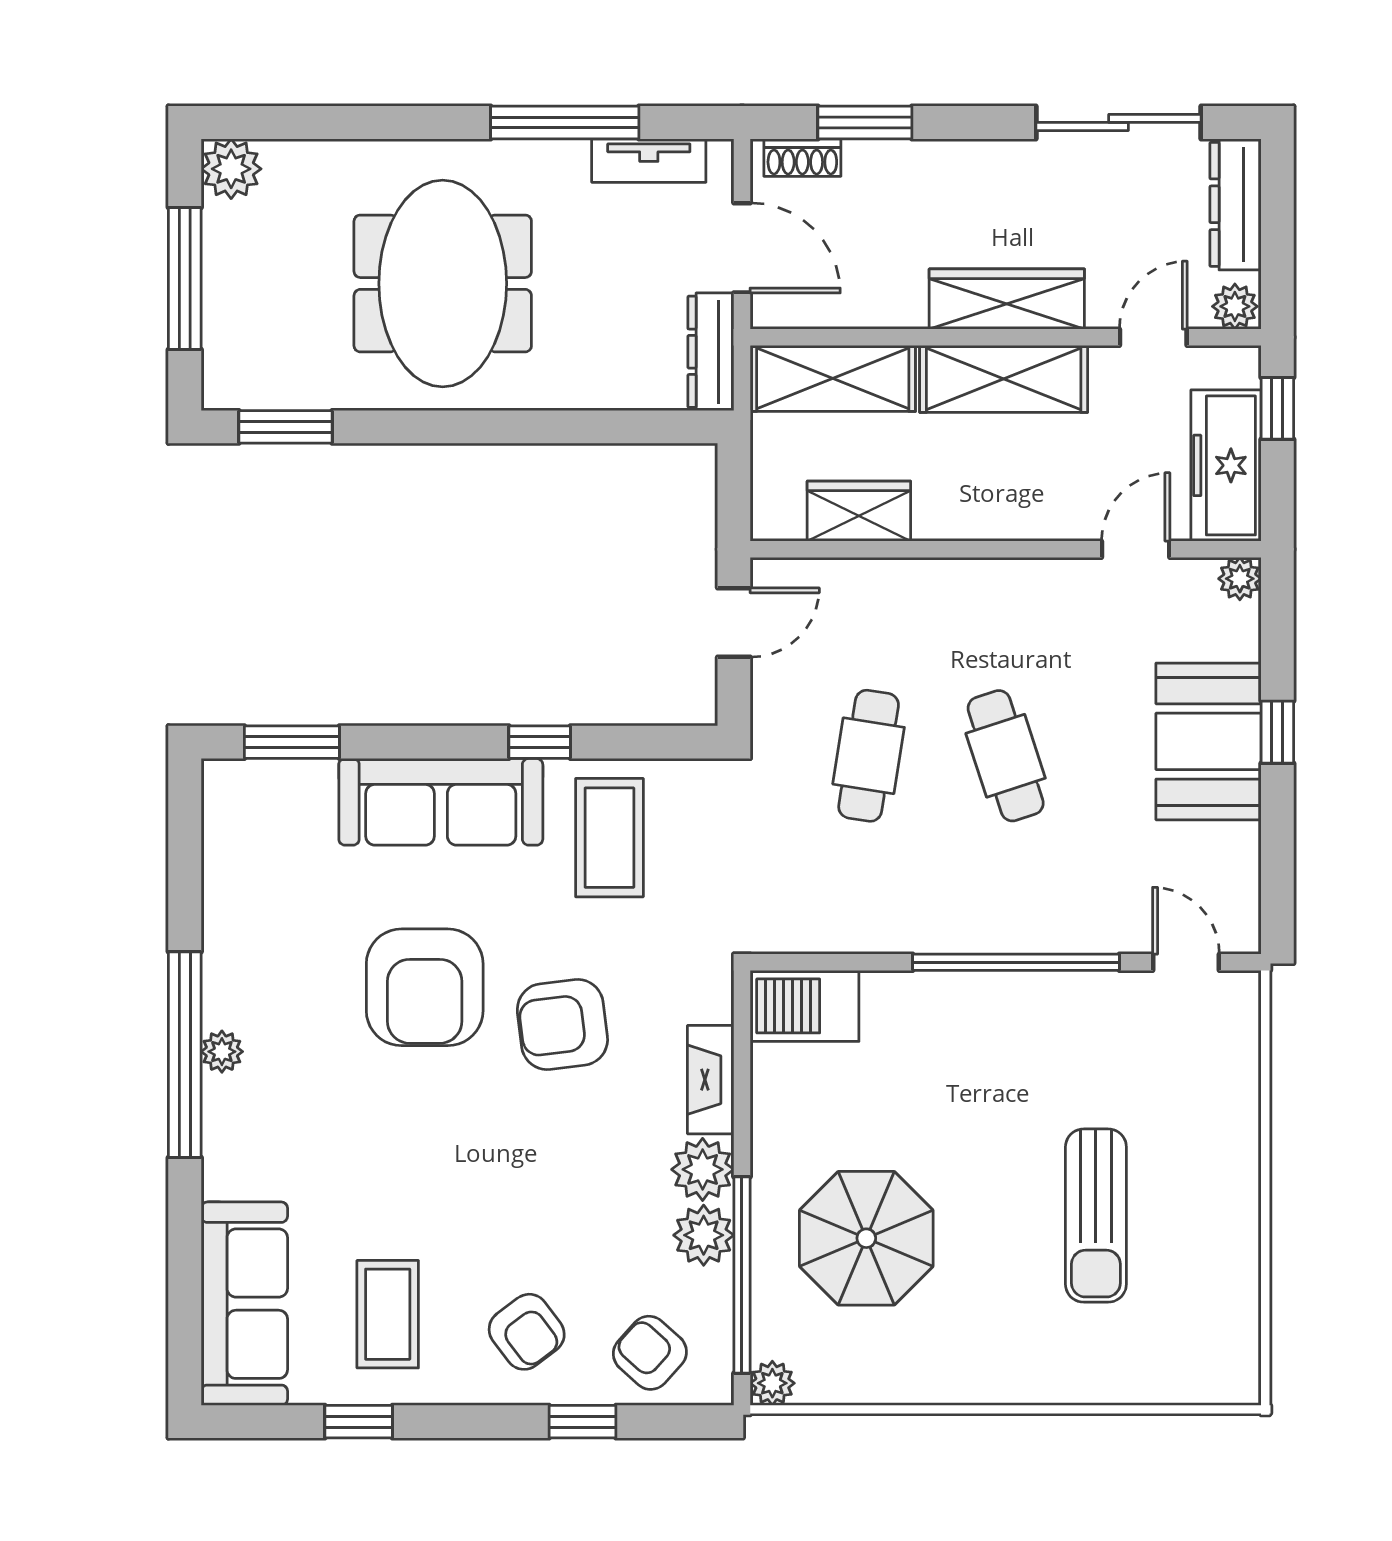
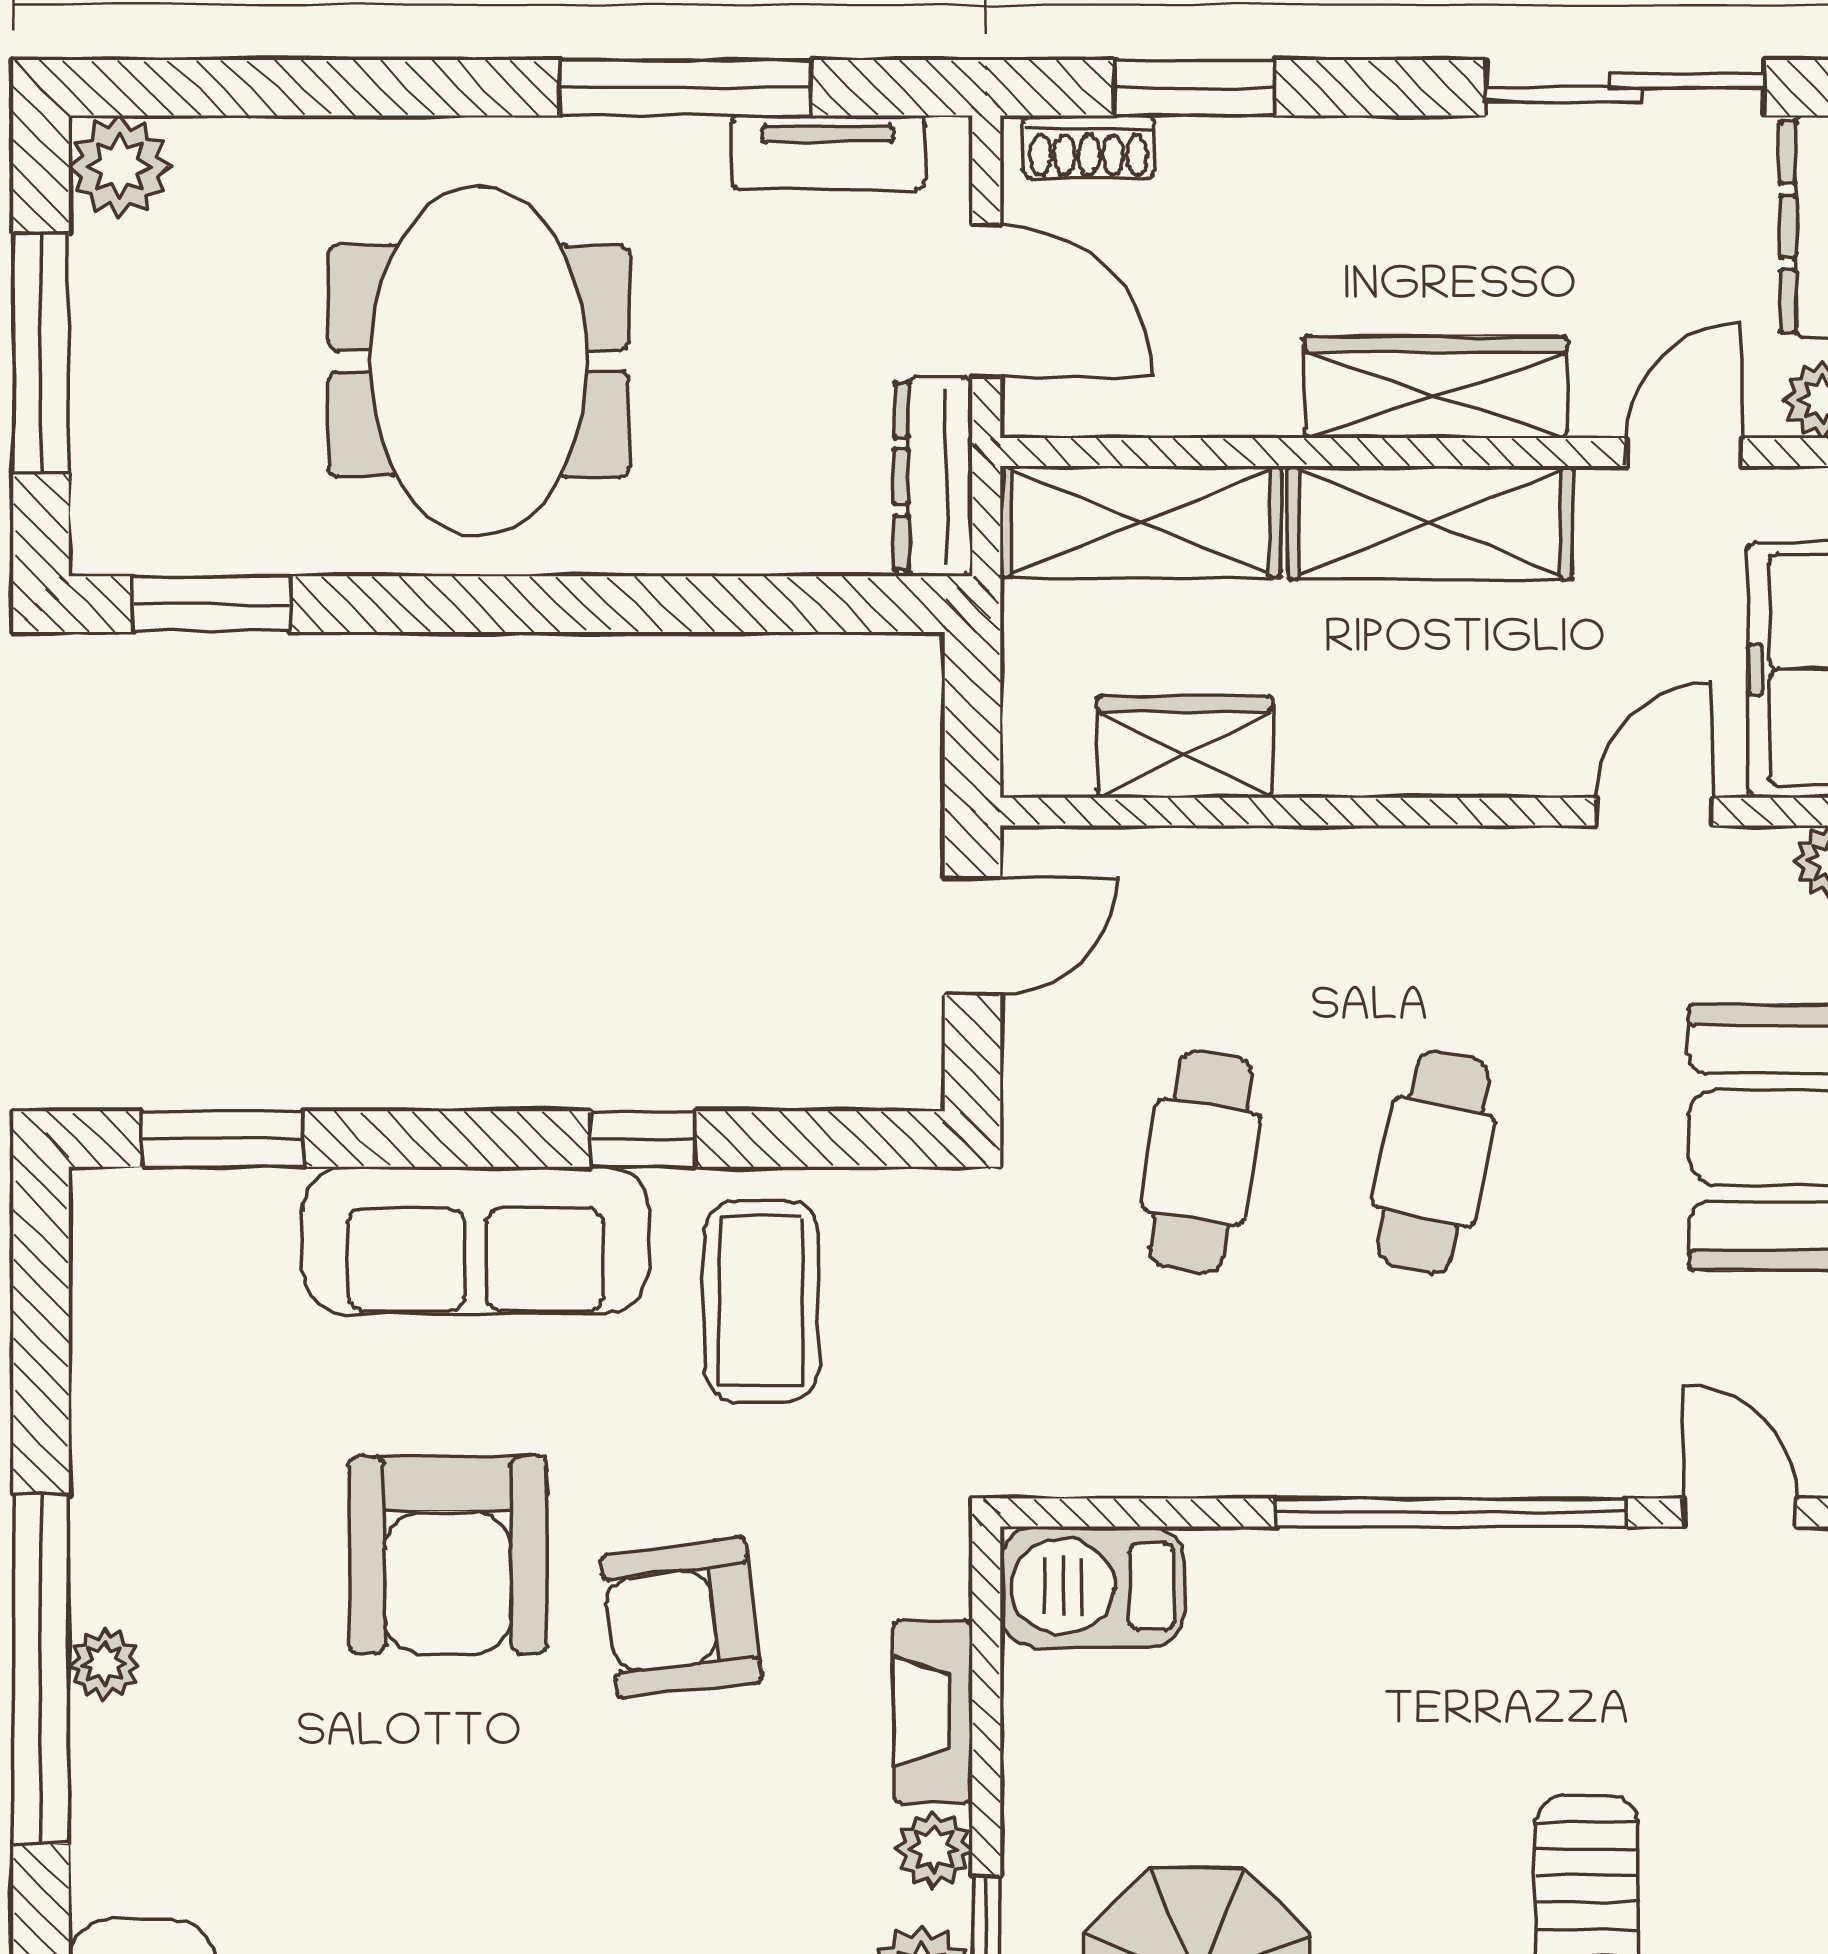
cafe table: (1006, 756) -> (1434, 1162), turned 30
plant: (703, 1169) -> (934, 1849), width x0.73, depth x0.73

